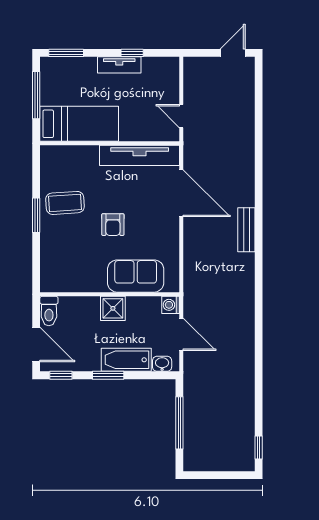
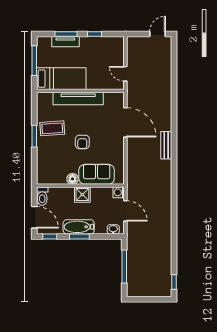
window: (66, 53) -> (66, 34), moved
tv unit: (119, 65) -> (65, 42), moved
tv unit: (140, 155) -> (78, 98), moved
floor lamp: (97, 283) -> (72, 179), added
bathtub: (126, 360) -> (79, 227), moved

